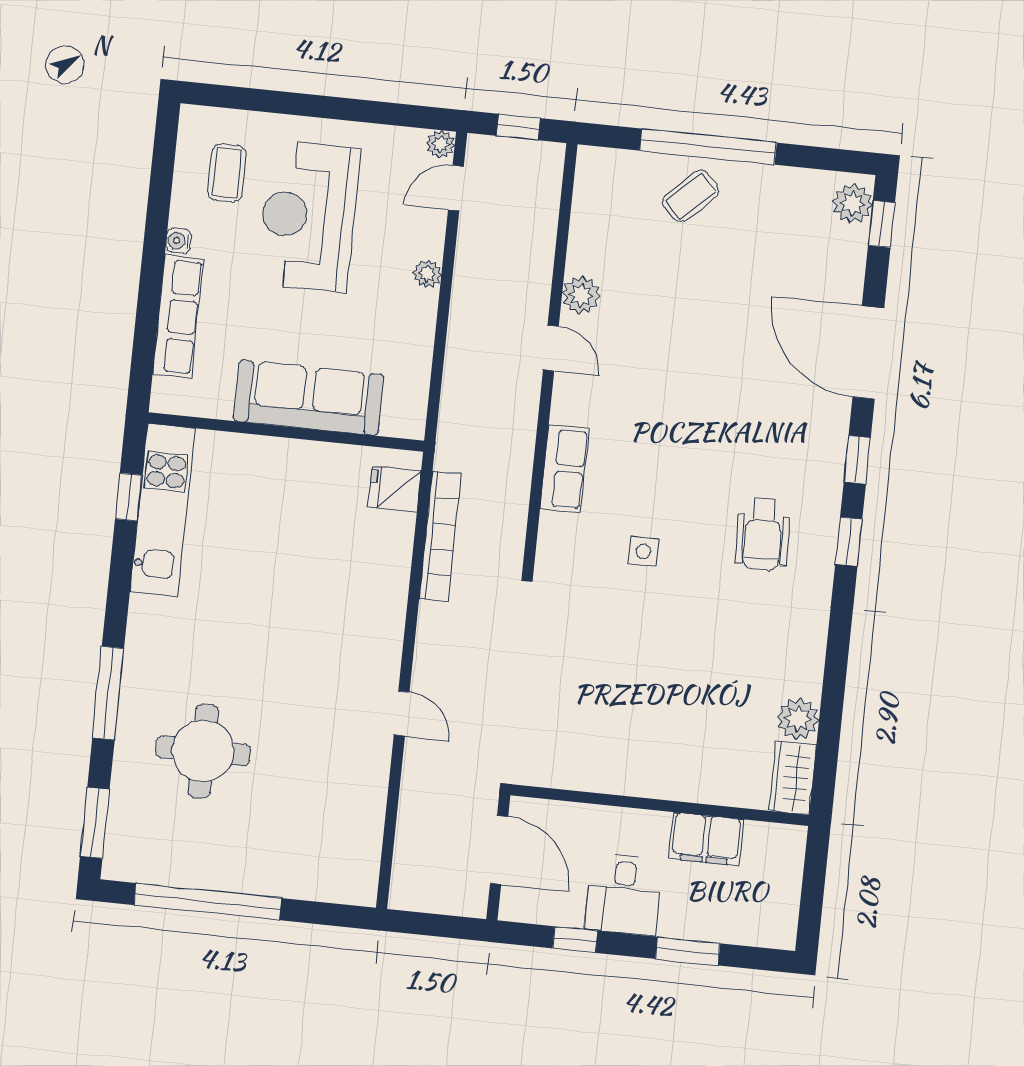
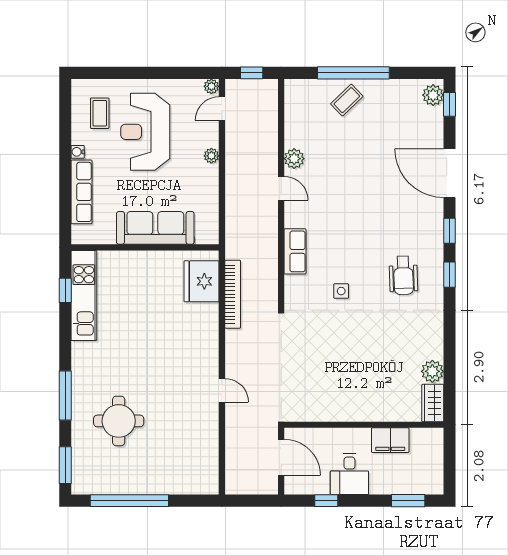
fridge: (395, 489) -> (201, 281), width x1.88, depth x1.34
window: (688, 951) -> (408, 501), moved

